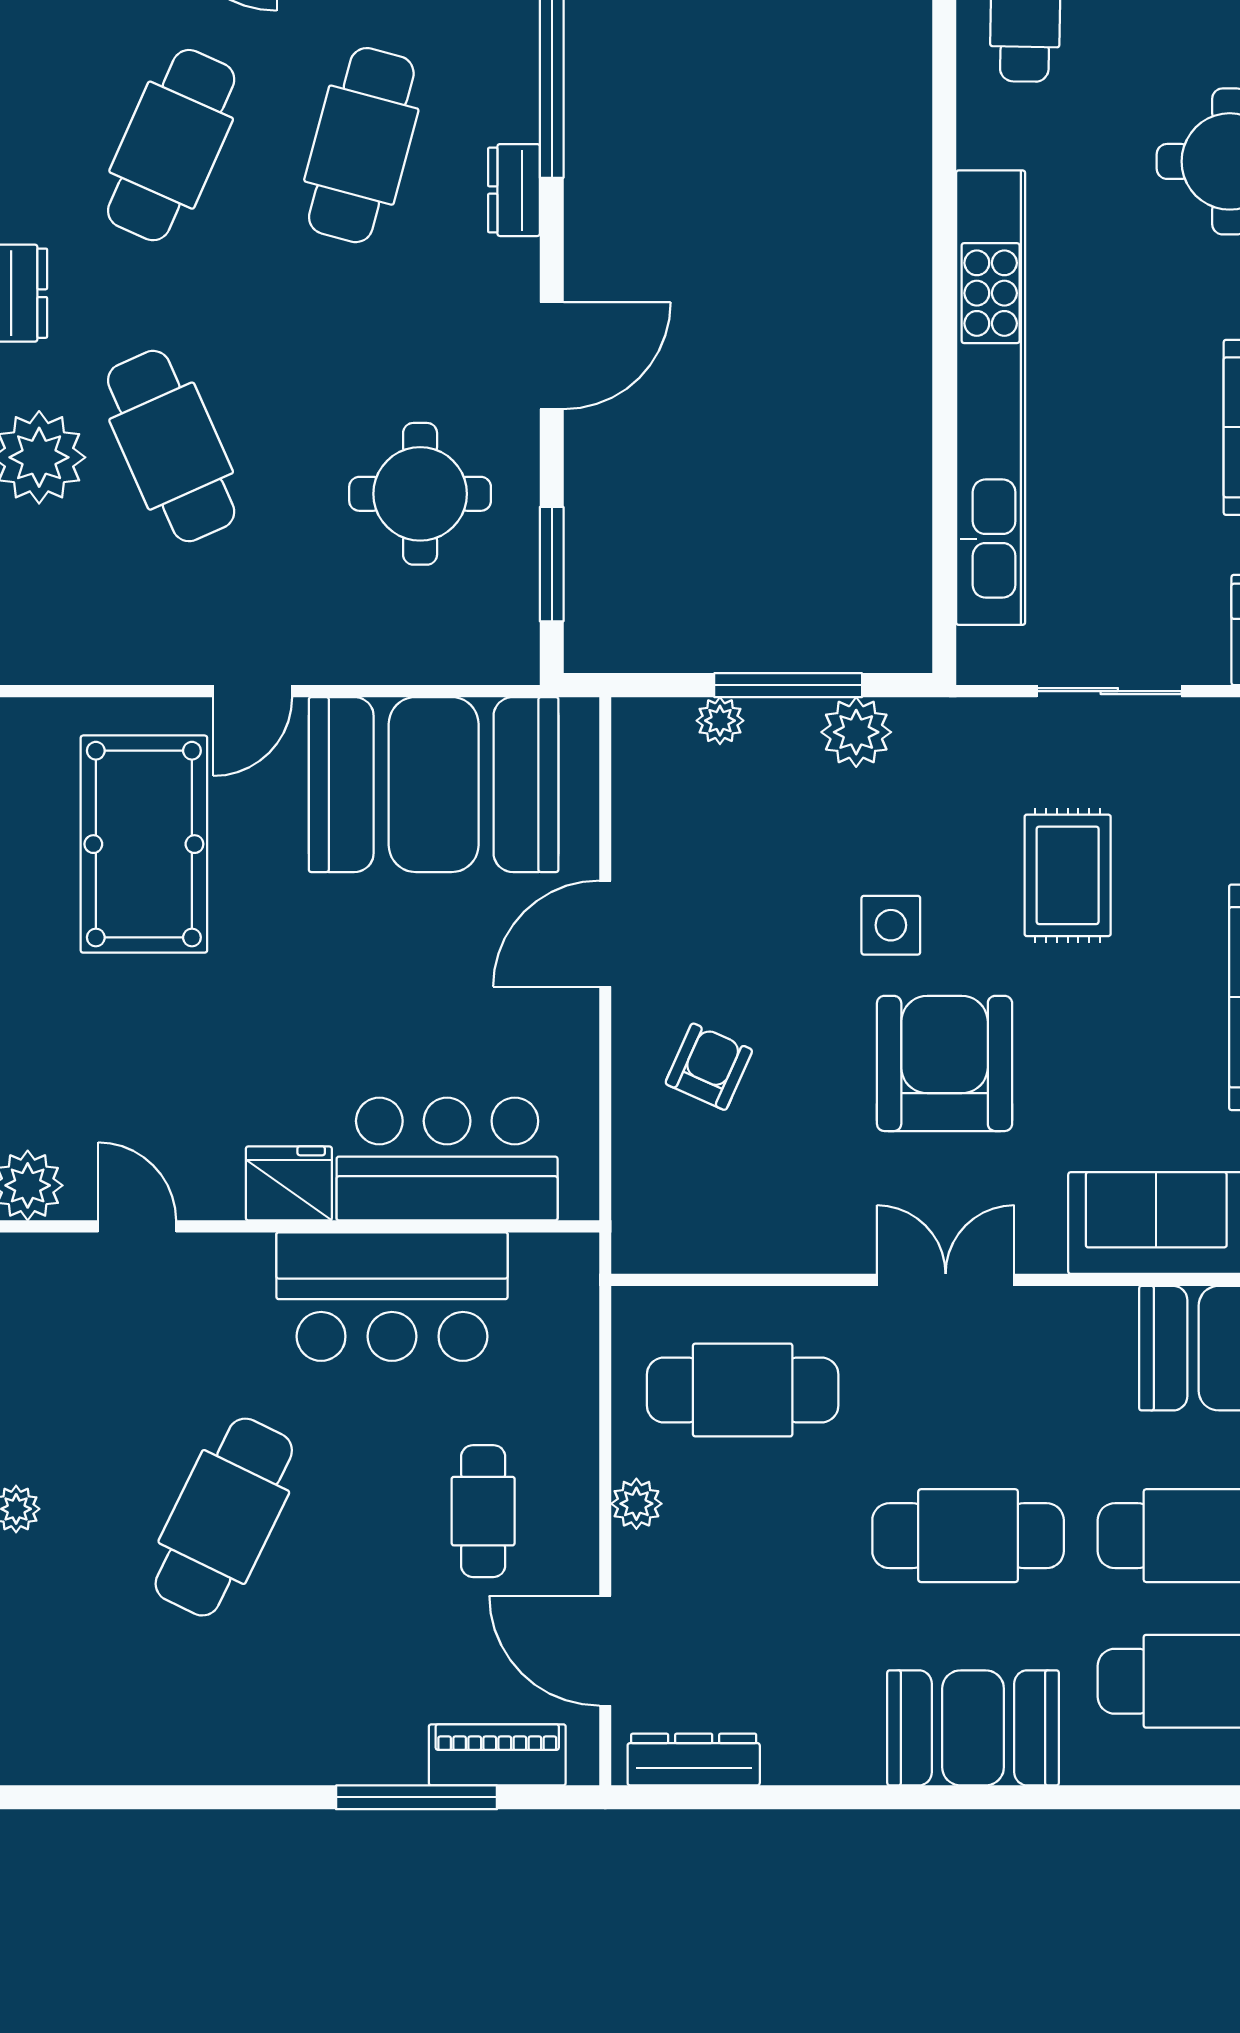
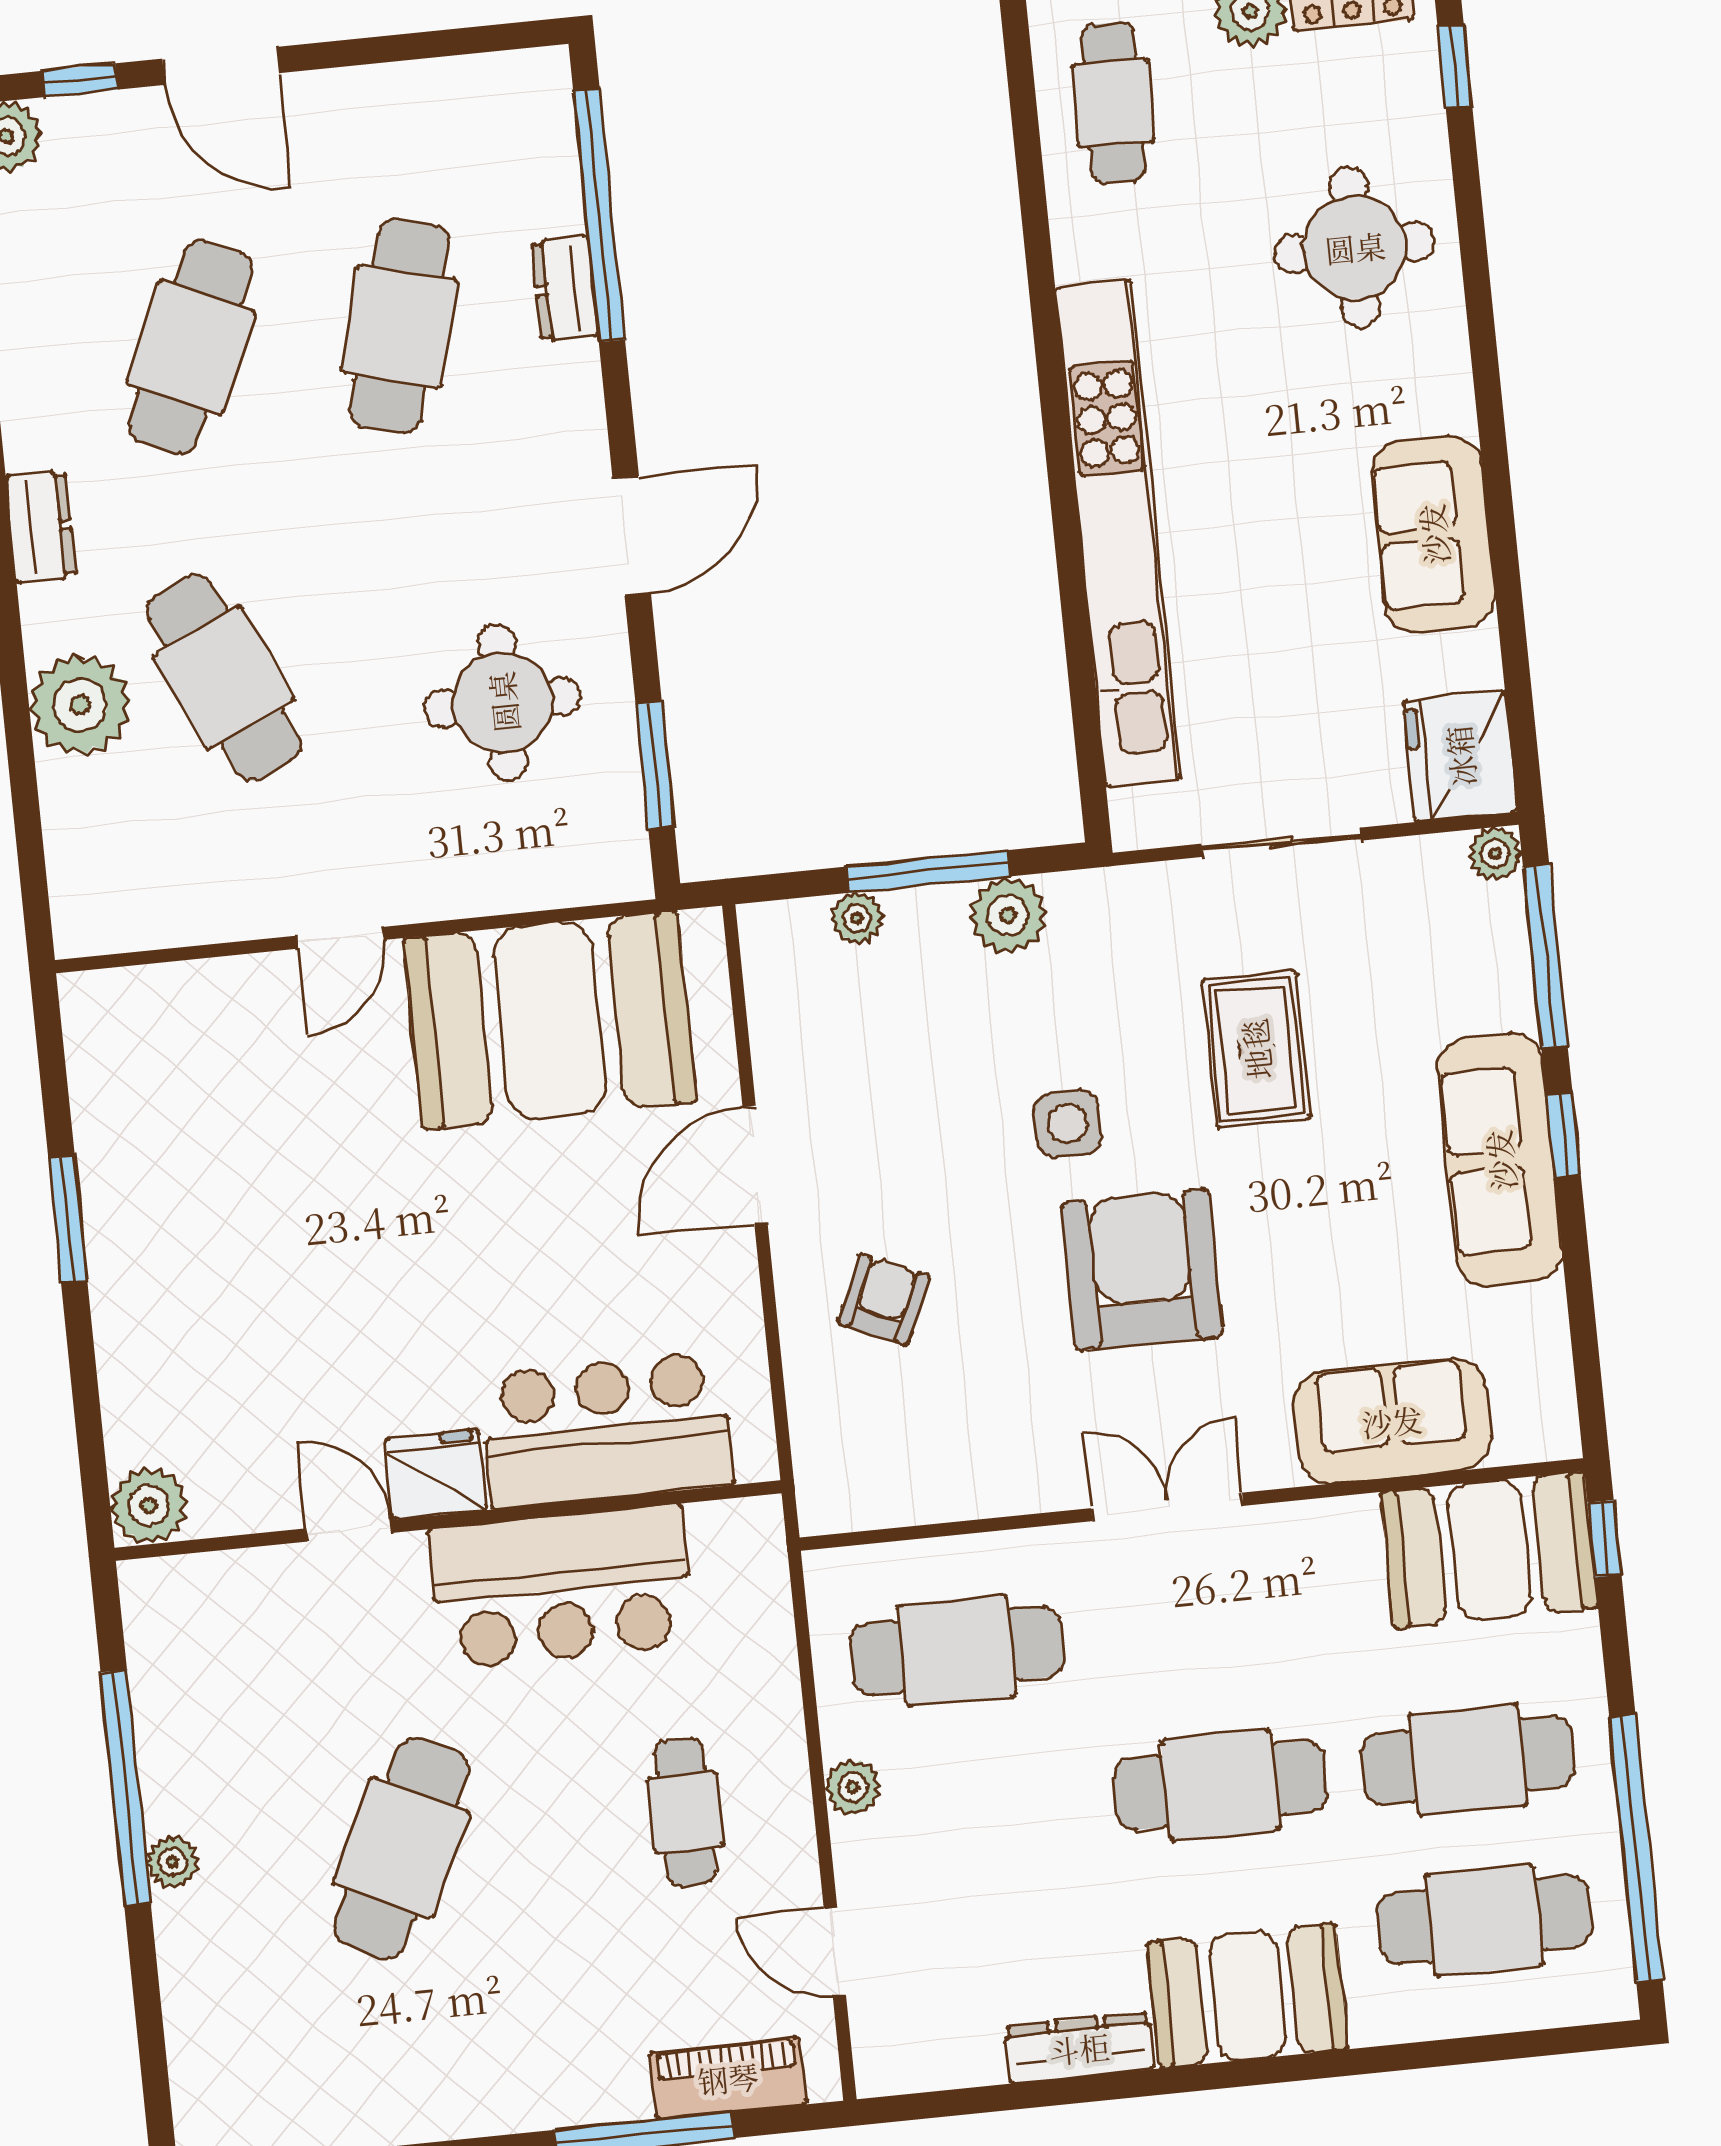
dresser: (514, 190) -> (565, 289), moved
pool table: (144, 844) -> (238, 1118), removed
door: (137, 1226) -> (349, 1531), moved
door: (605, 1651) -> (835, 1952), width x0.73
dresser: (694, 1760) -> (1079, 2048), moved

